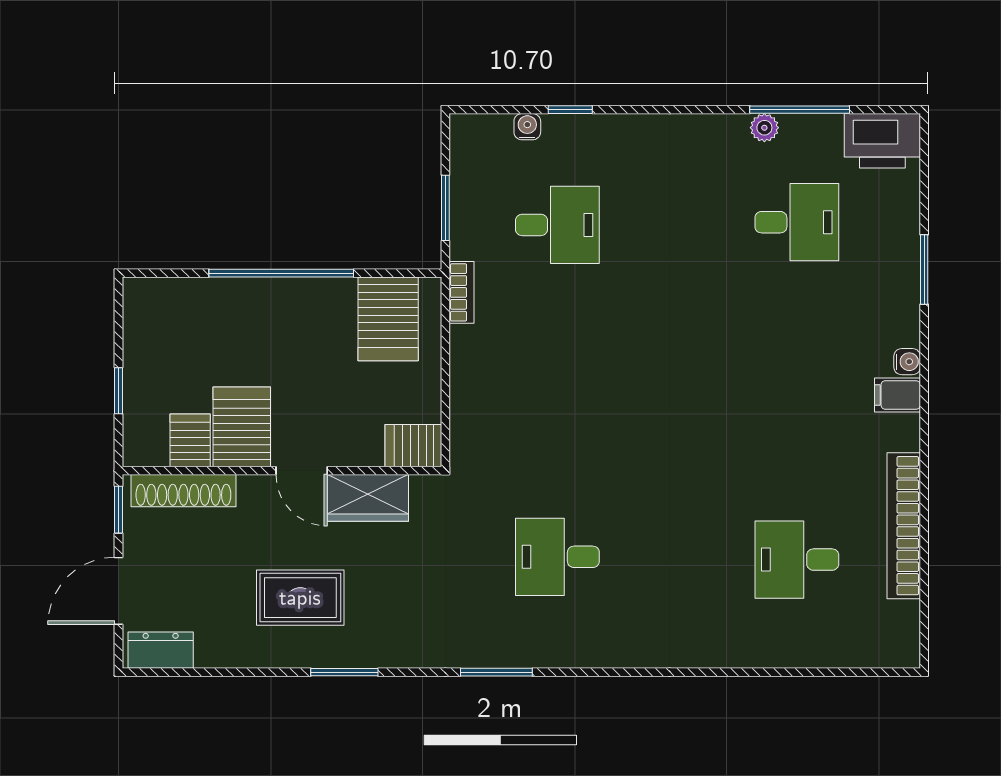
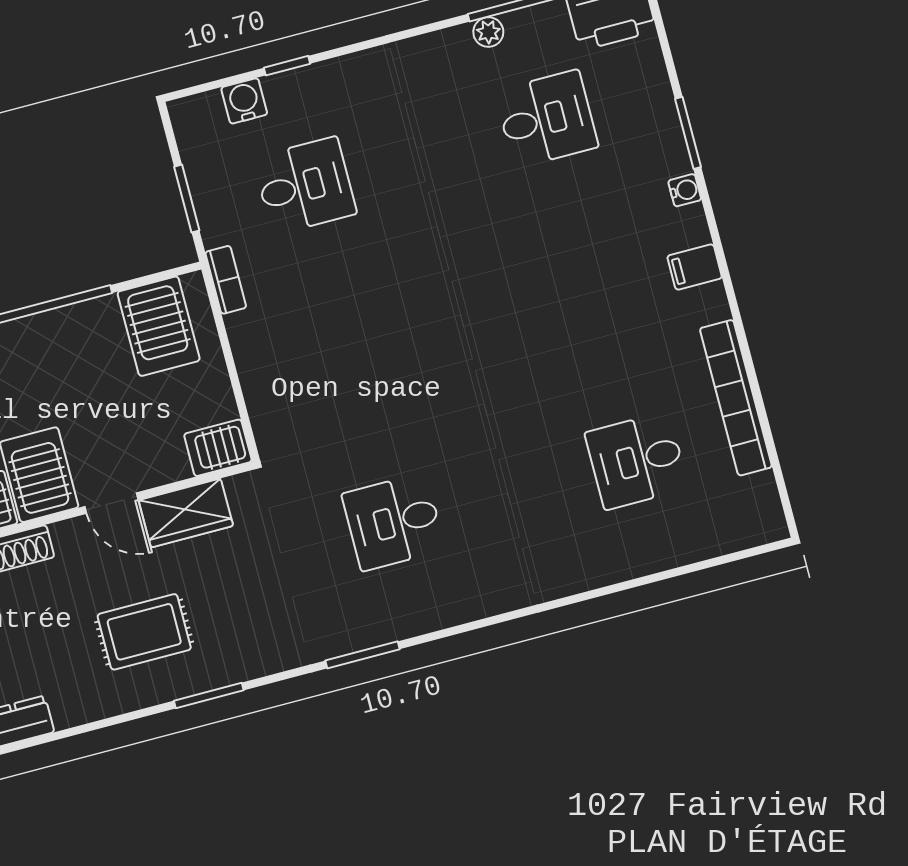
water cooler: (527, 127) -> (244, 101), width x1.38, depth x1.38
water cooler: (907, 362) -> (685, 190), moved

